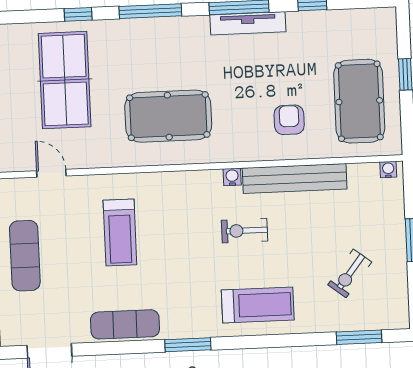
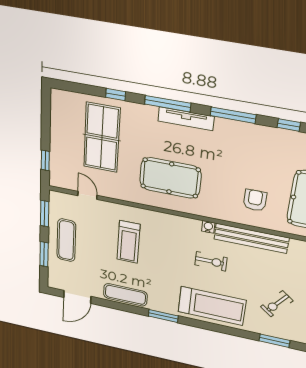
tv unit: (248, 23) -> (186, 119), moved
exercise bike: (245, 231) -> (211, 261), turned 180
treadmill: (258, 305) -> (212, 306), width x1.37, depth x1.38

